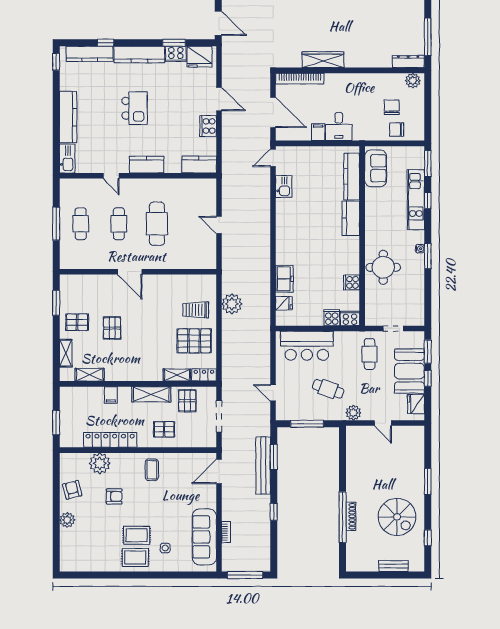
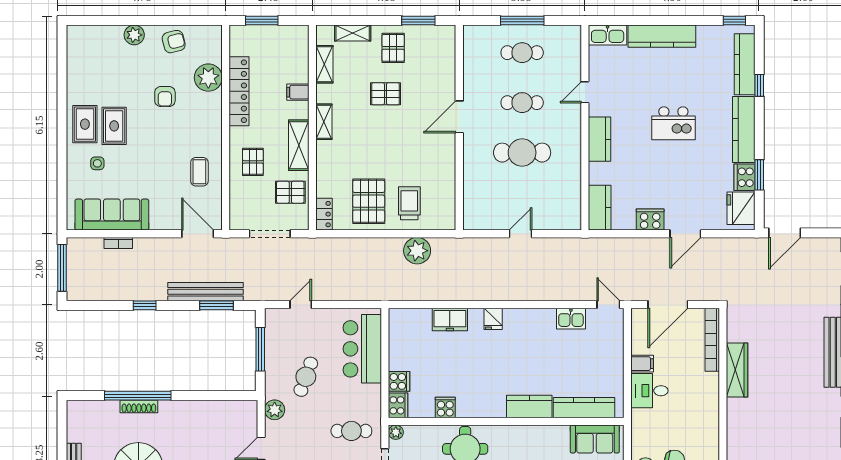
fridge: (284, 303) -> (493, 319), moved
plant: (370, 320) -> (396, 432), added
shelving: (177, 375) -> (324, 122), moved
coffee table: (152, 470) -> (199, 172), moved, turned 90

